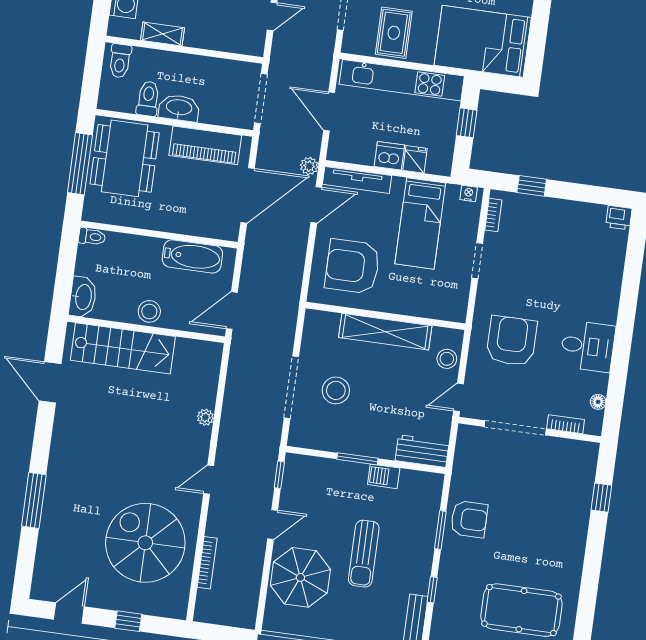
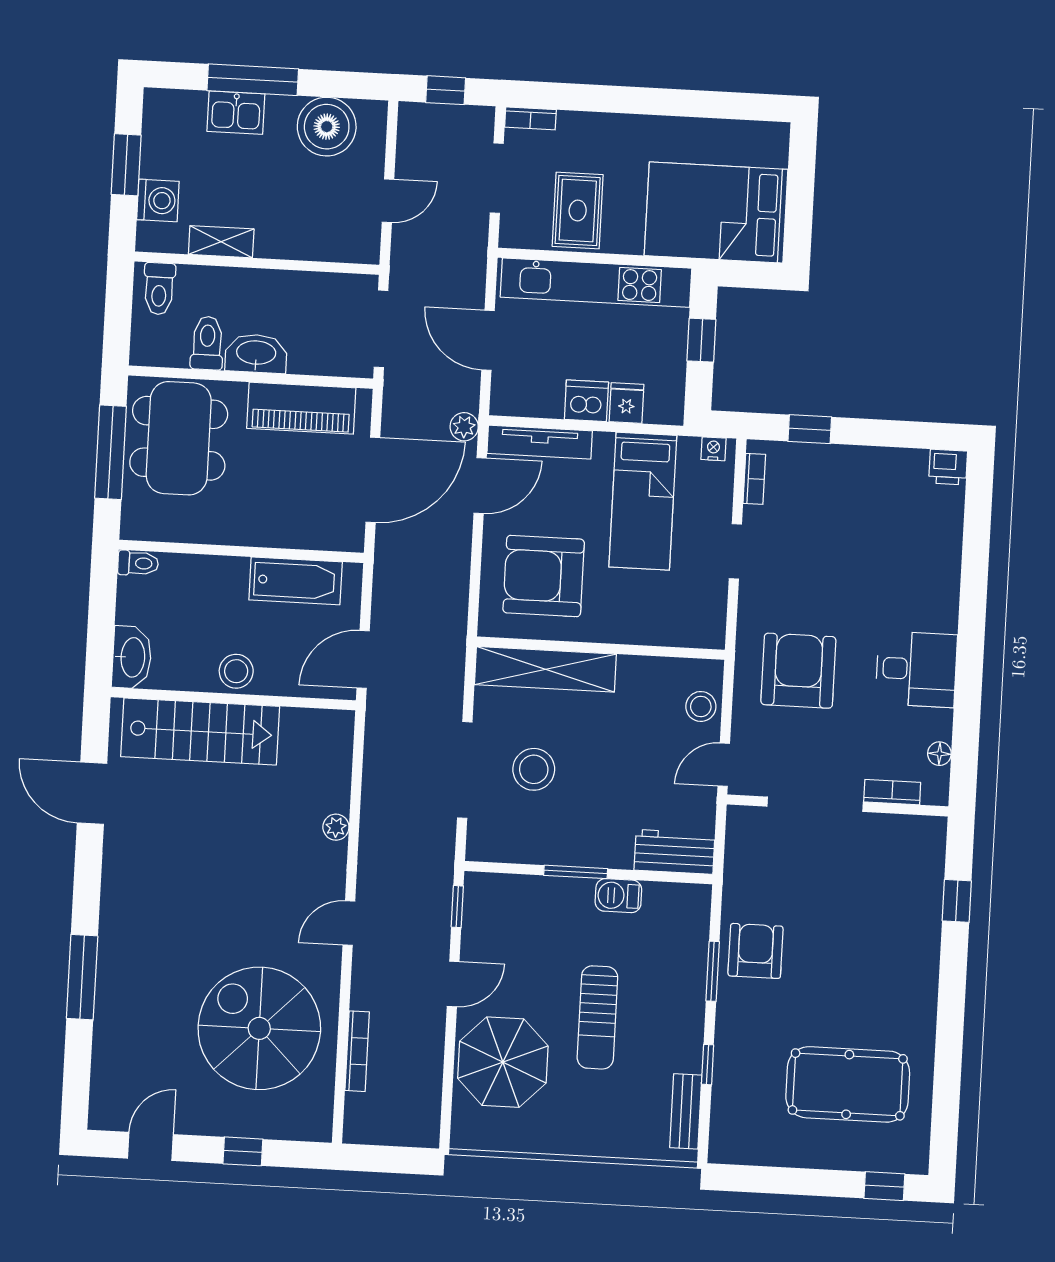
shelving: (385, 332) -> (545, 669), moved
armchair: (469, 519) -> (756, 951), turned -90

